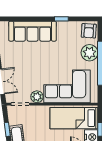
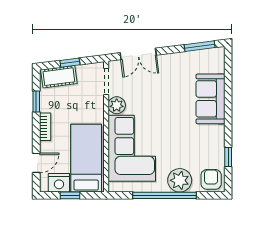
window: (61, 19) -> (228, 157), moved
sofa: (33, 31) -> (210, 99), width x0.73
armchair: (89, 31) -> (211, 179), turned 86

